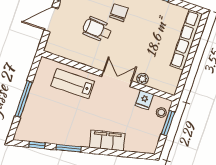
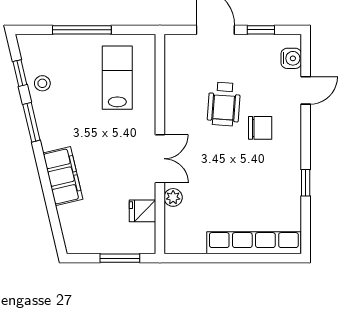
wheelchair: (97, 29) -> (224, 104), turned 180
lab bench: (73, 84) -> (117, 78), moved
stool: (161, 112) -> (42, 83), moved

